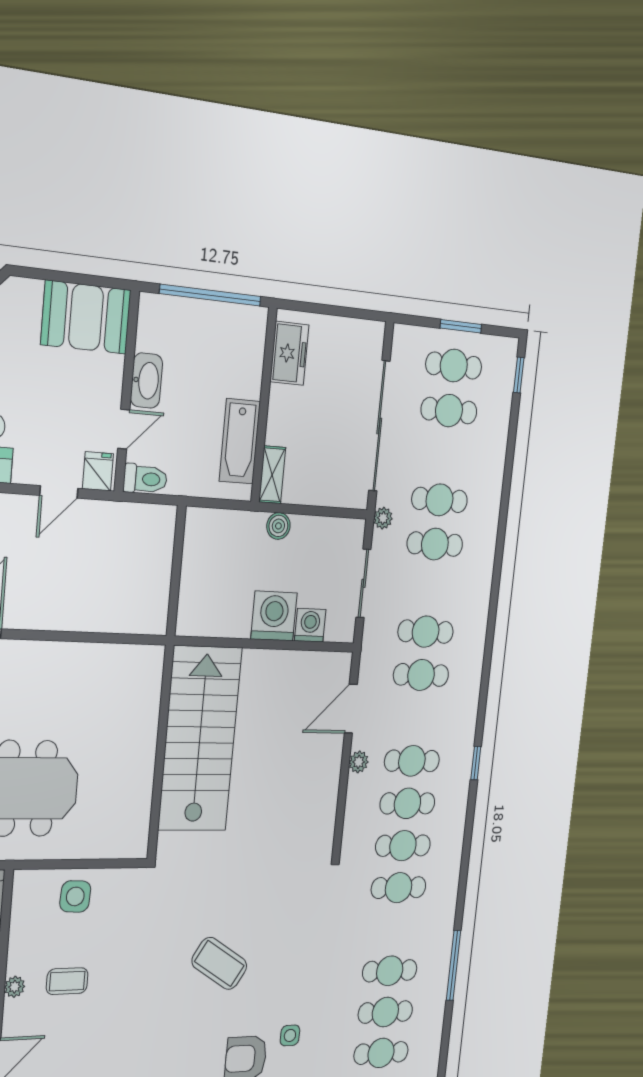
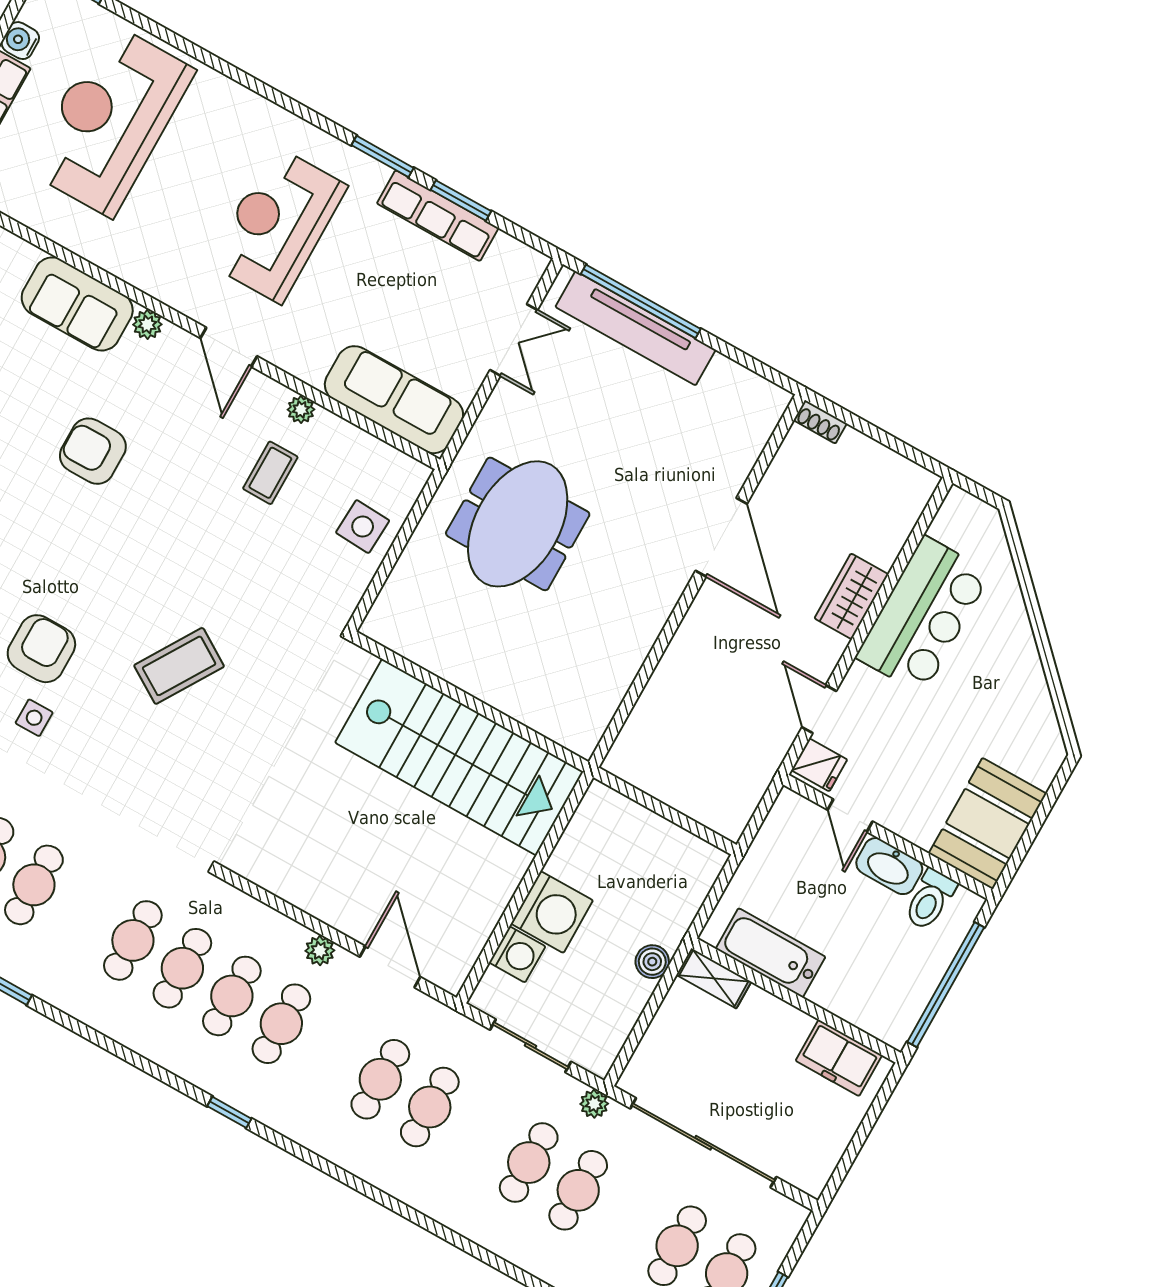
toilet: (145, 479) -> (930, 900), moved

